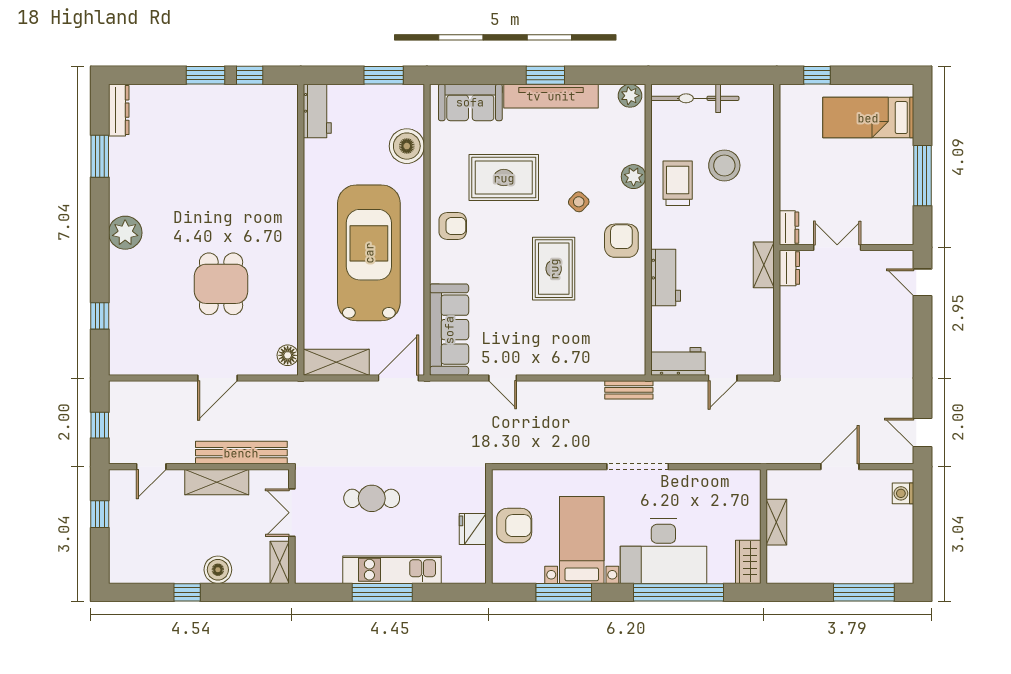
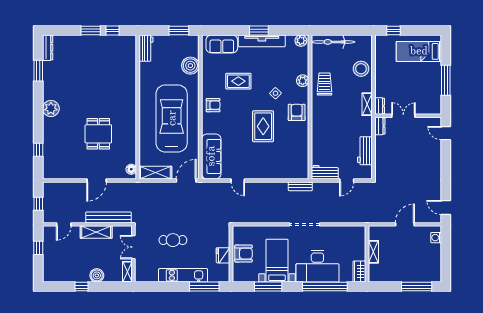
stool: (724, 165) -> (361, 69), moved
rug: (504, 178) -> (238, 81), width x0.73, depth x0.70
shelving: (764, 265) -> (367, 104), moved
workbench: (666, 278) -> (365, 151), moved, turned 180
window: (382, 592) -> (204, 287), moved

